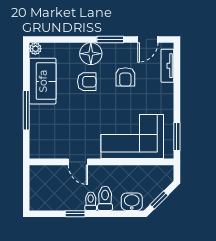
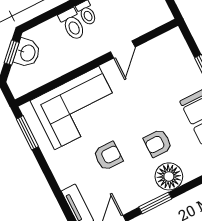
armchair: (125, 77) -> (108, 156), moved, turned 90
door: (78, 162) -> (123, 49), swing flipped
washbasin: (132, 202) -> (27, 53), moved, turned -45

